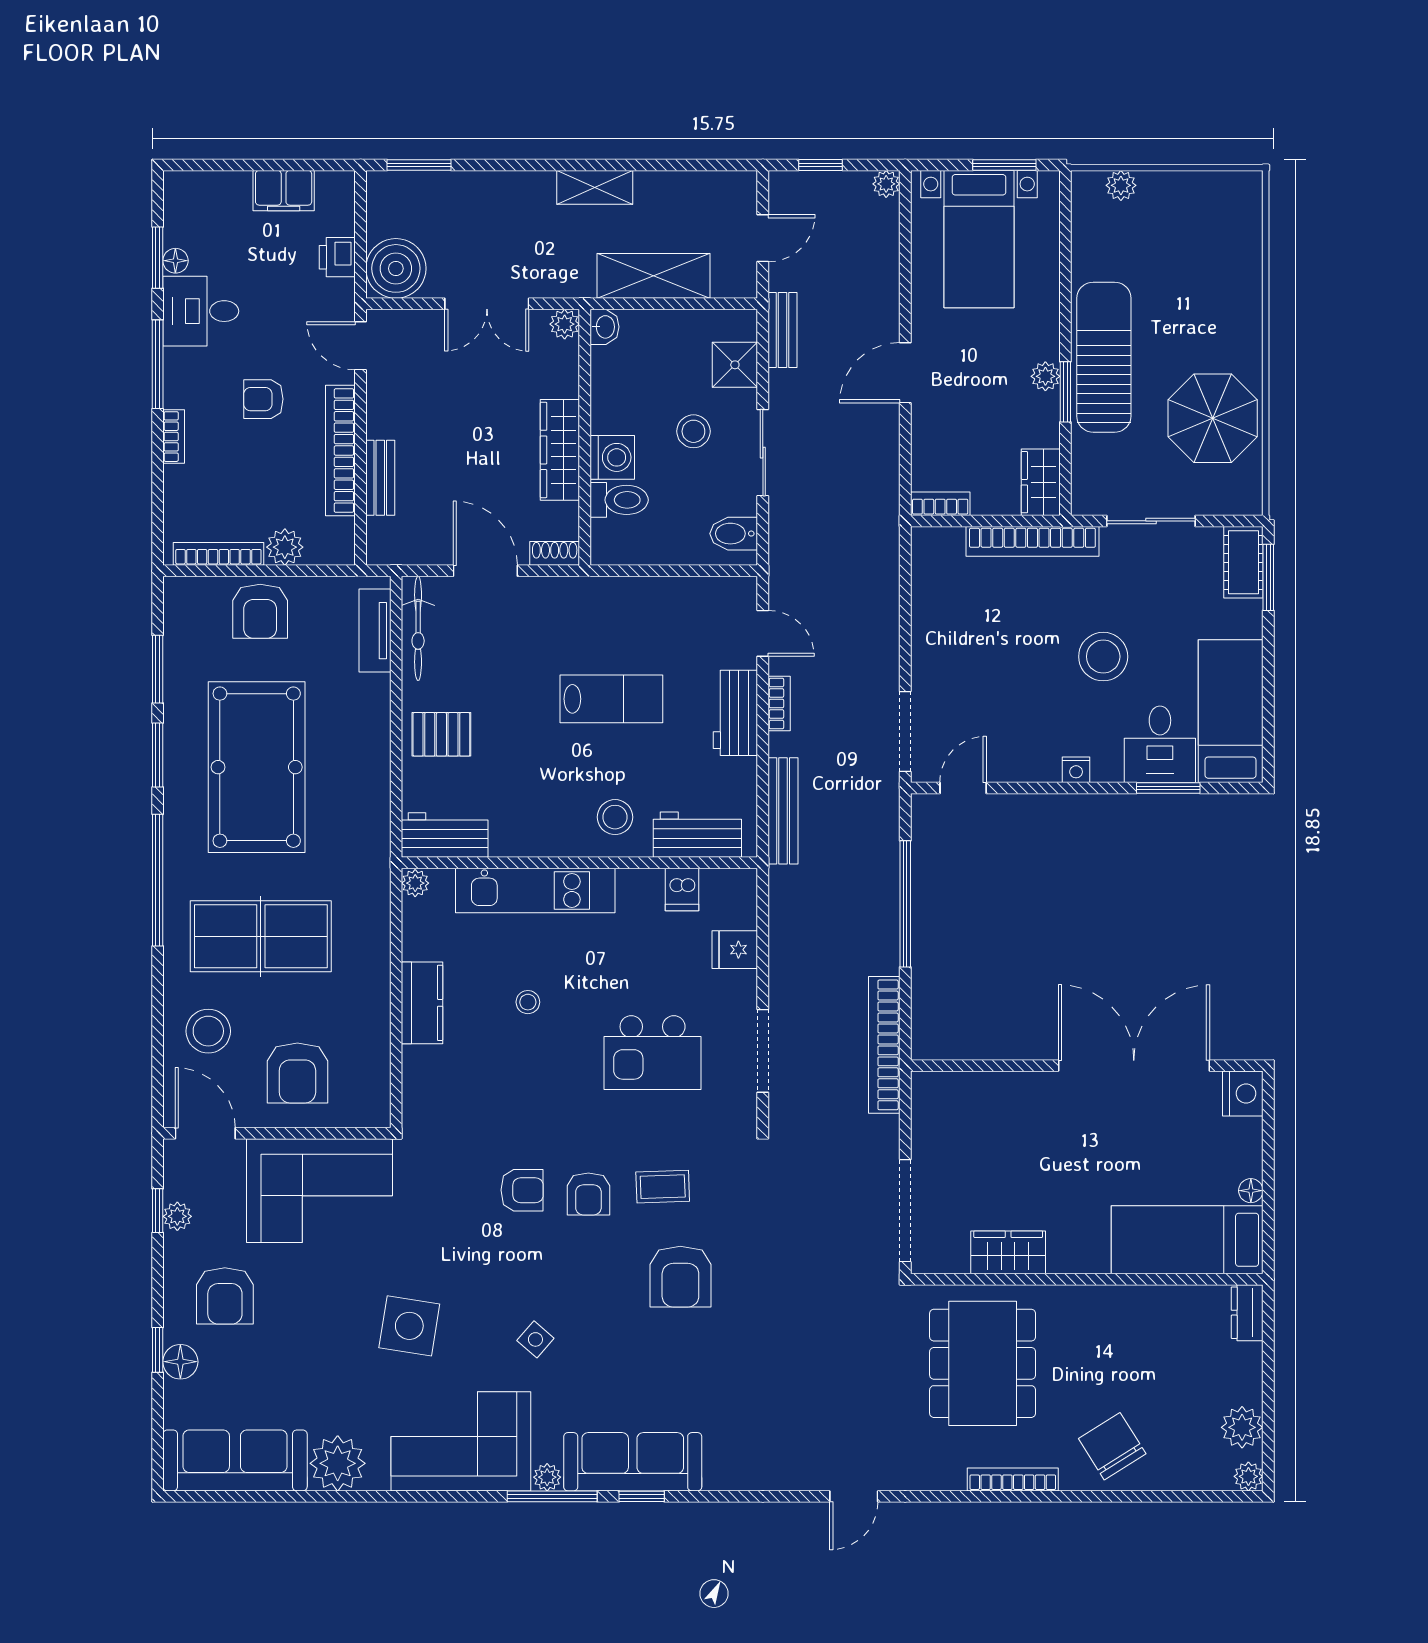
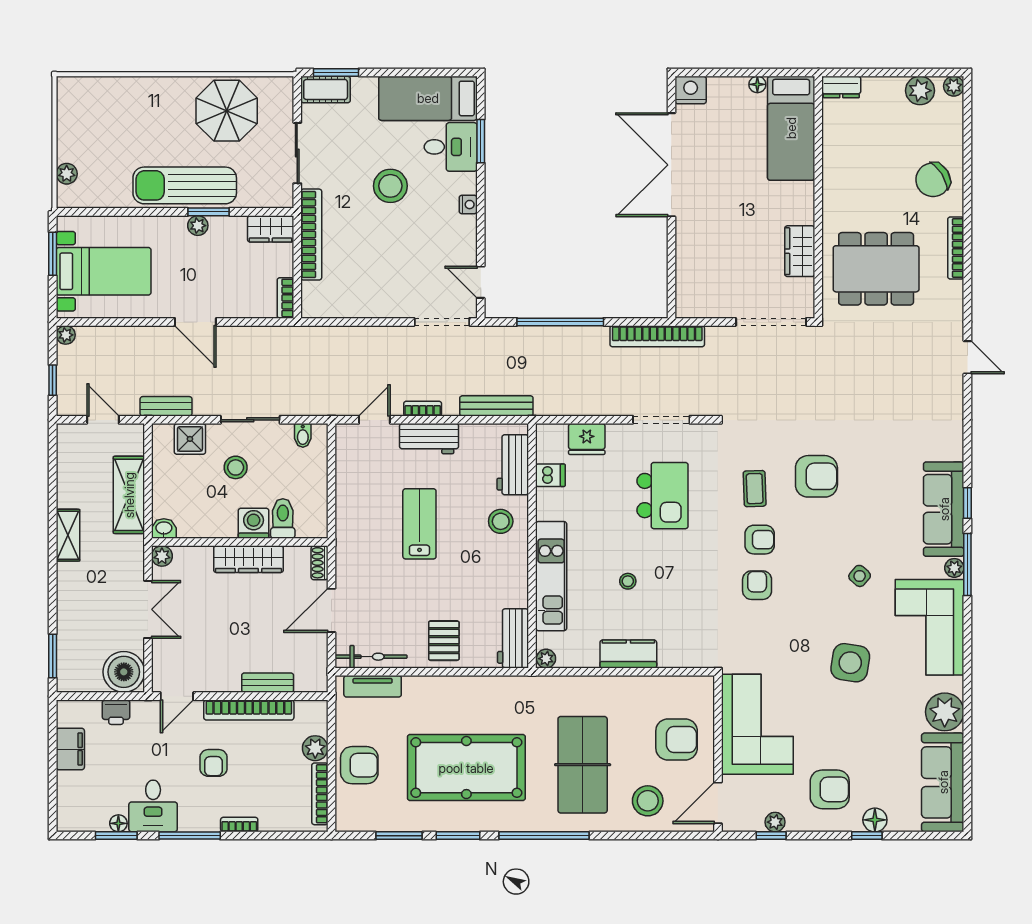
bidet: (734, 534) -> (303, 435), width x0.72, depth x0.74
fridge: (735, 950) -> (587, 439), width x1.38

